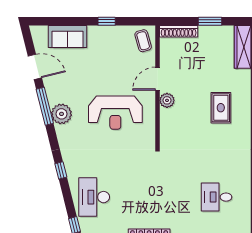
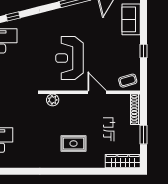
plant: (167, 100) -> (53, 100), moved
plant: (61, 114) -> (68, 14), removed
window: (61, 170) -> (13, 16), moved

